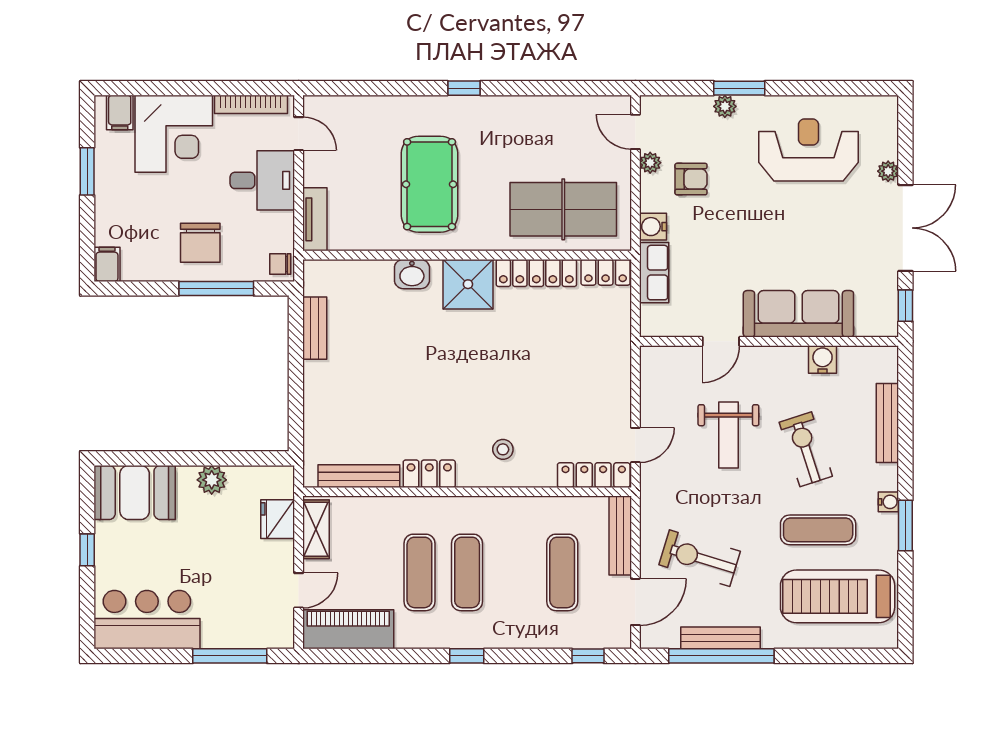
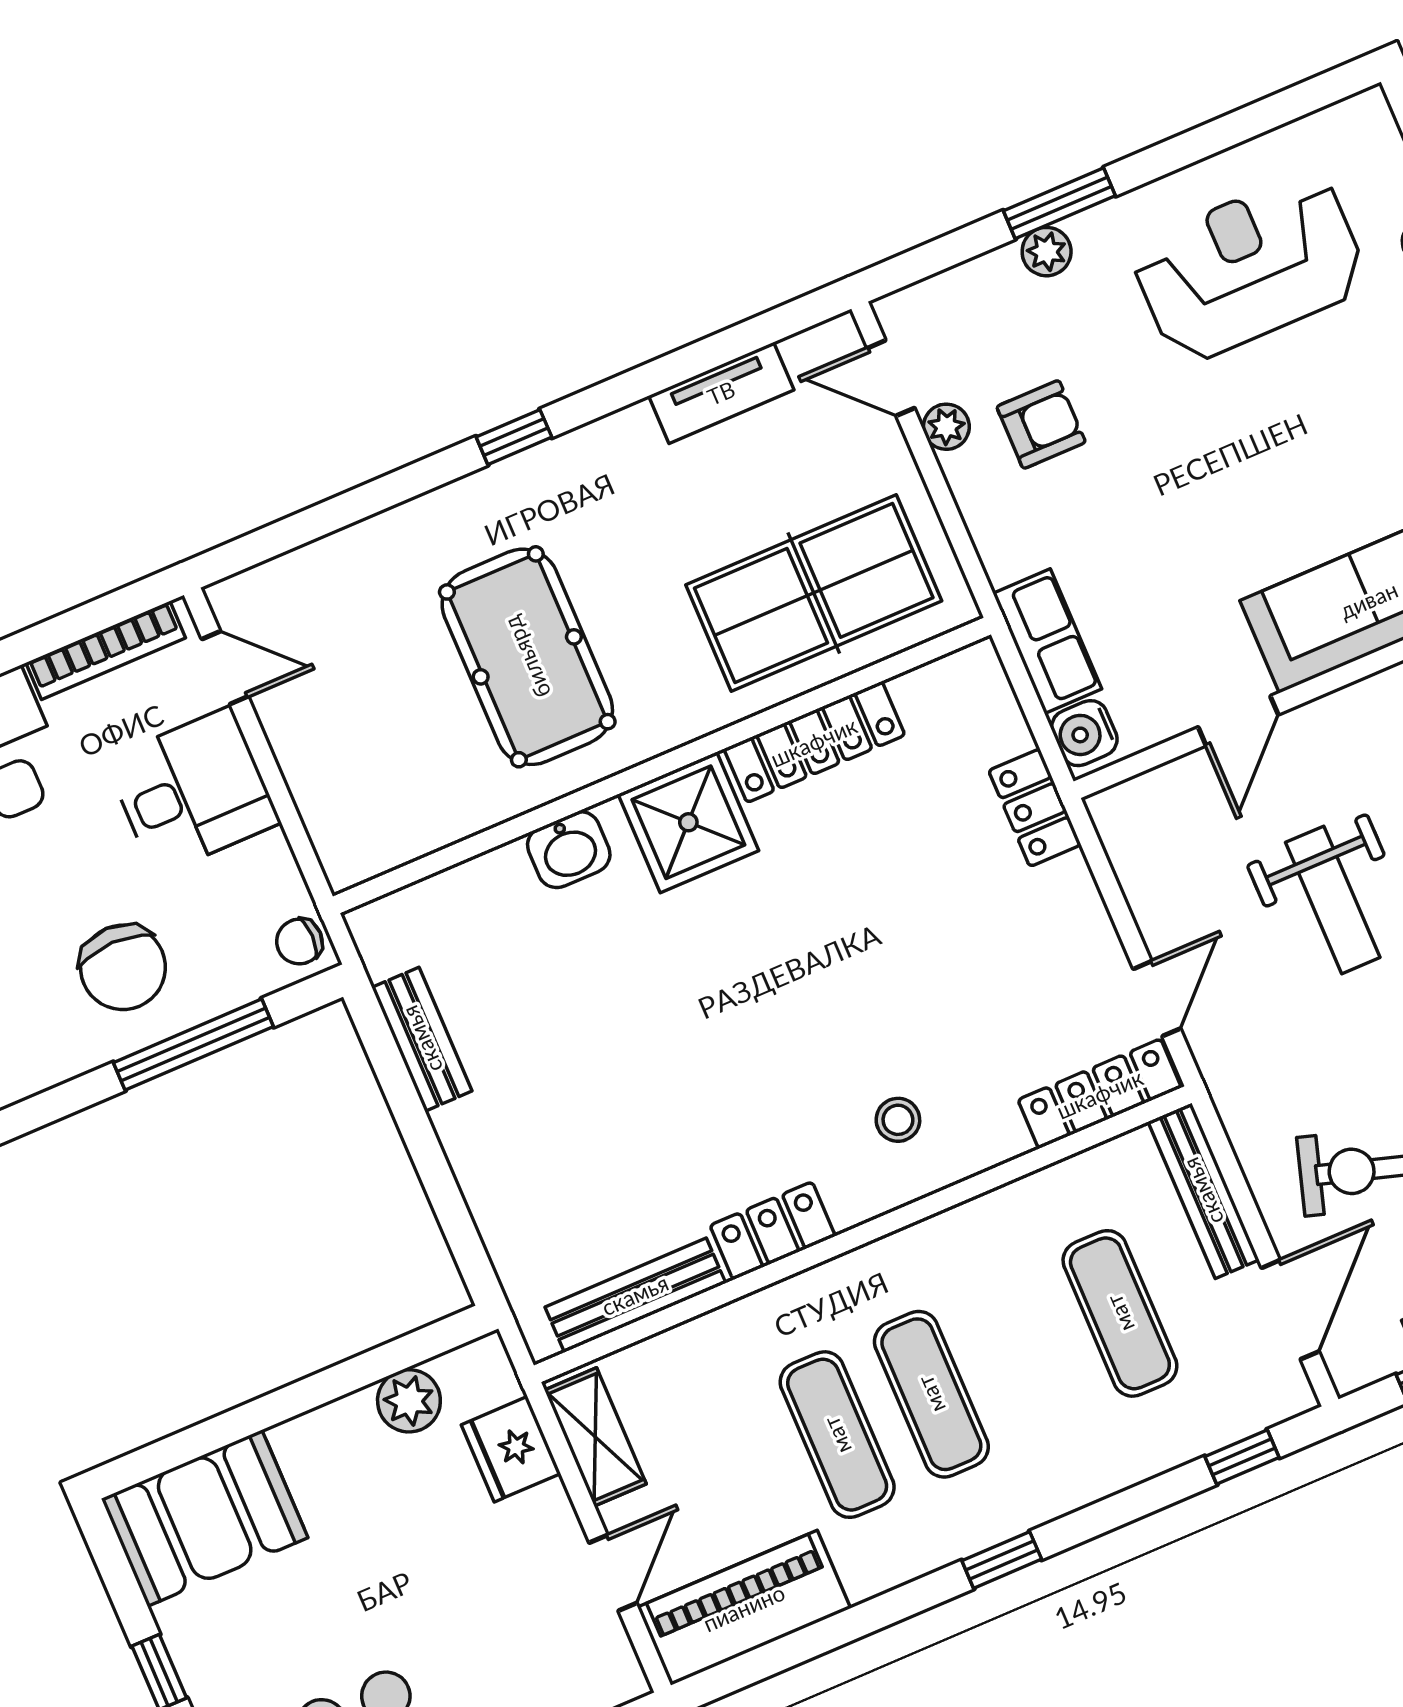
tv unit: (315, 219) -> (721, 393), moved, turned 90
water cooler: (653, 227) -> (1084, 733), moved
locker: (606, 272) -> (1035, 808), moved, turned 90
plant: (212, 480) -> (409, 1401), moved

